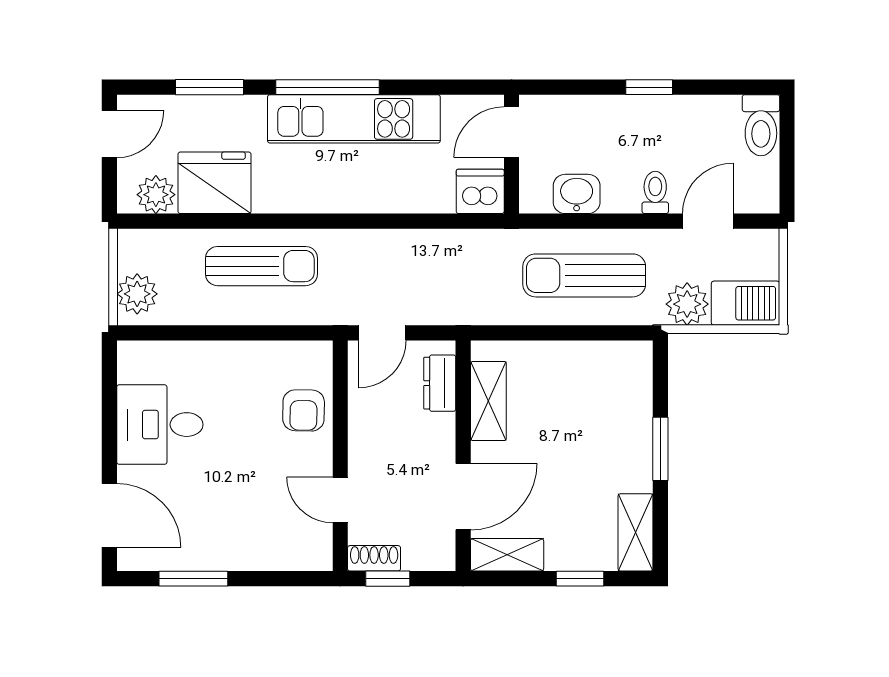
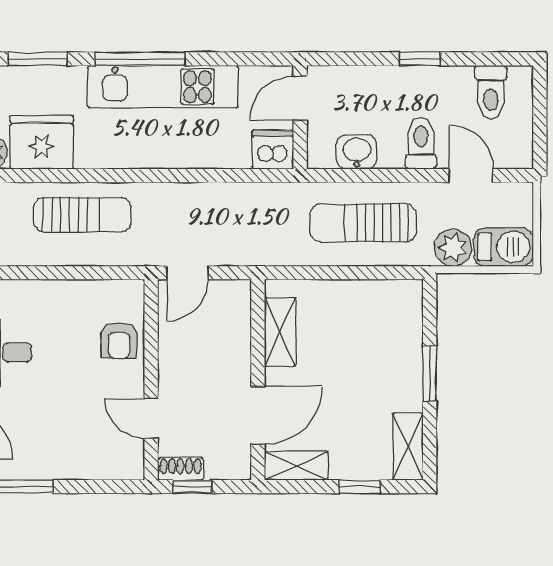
toilet: (761, 125) -> (491, 92), moved
toilet: (655, 192) -> (421, 143), width x1.37, depth x1.39
door: (708, 221) -> (471, 176), hinge flipped
dresser: (440, 383) -> (238, 317), removed

